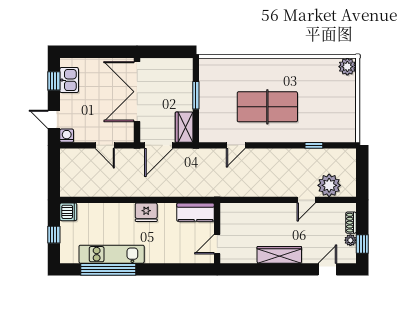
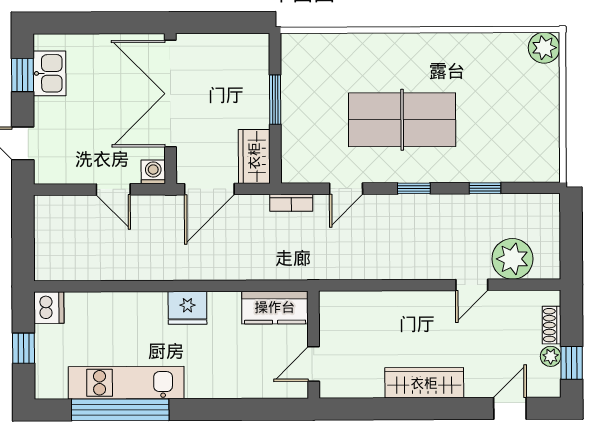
washing machine: (67, 136) -> (153, 172), moved
window: (274, 145) -> (414, 188), added
bookcase: (205, 153) -> (291, 203), added

